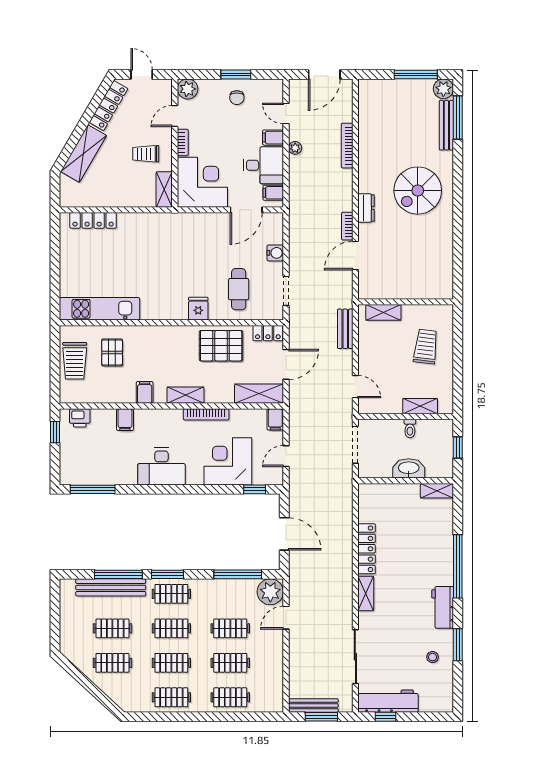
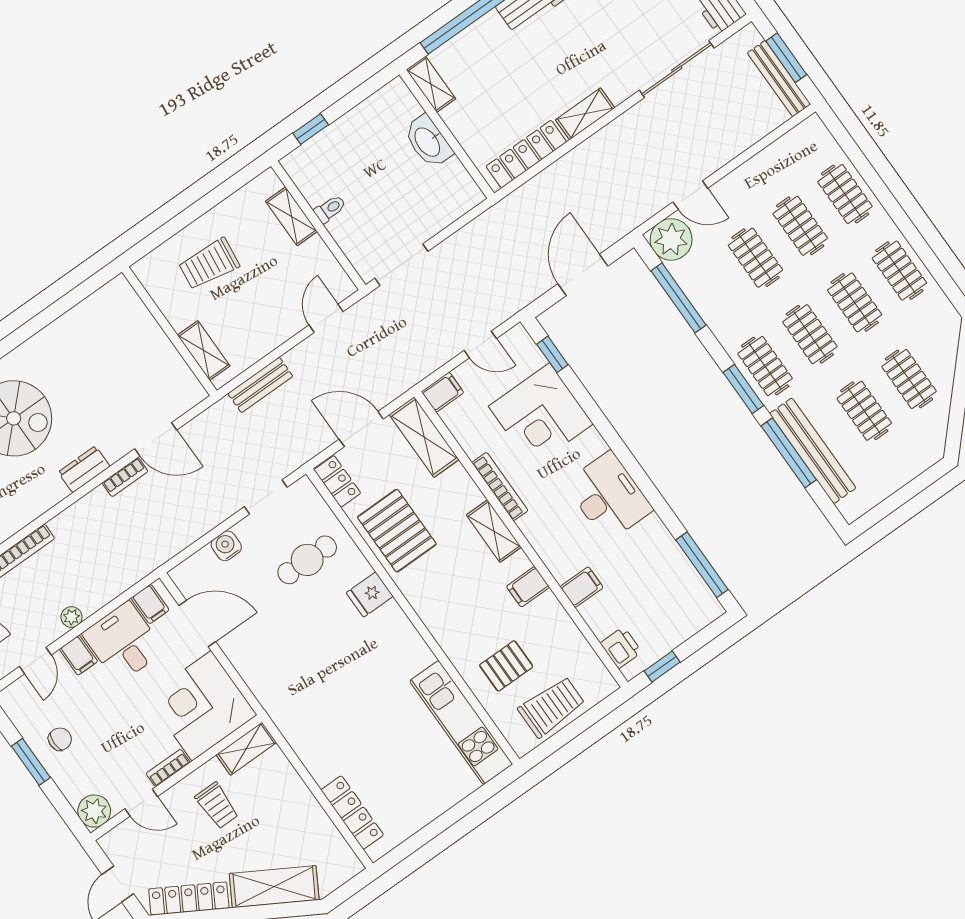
washbasin: (409, 468) -> (428, 142), moved
wall: (406, 481) -> (447, 134), moved
shelving: (437, 491) -> (431, 84), moved

